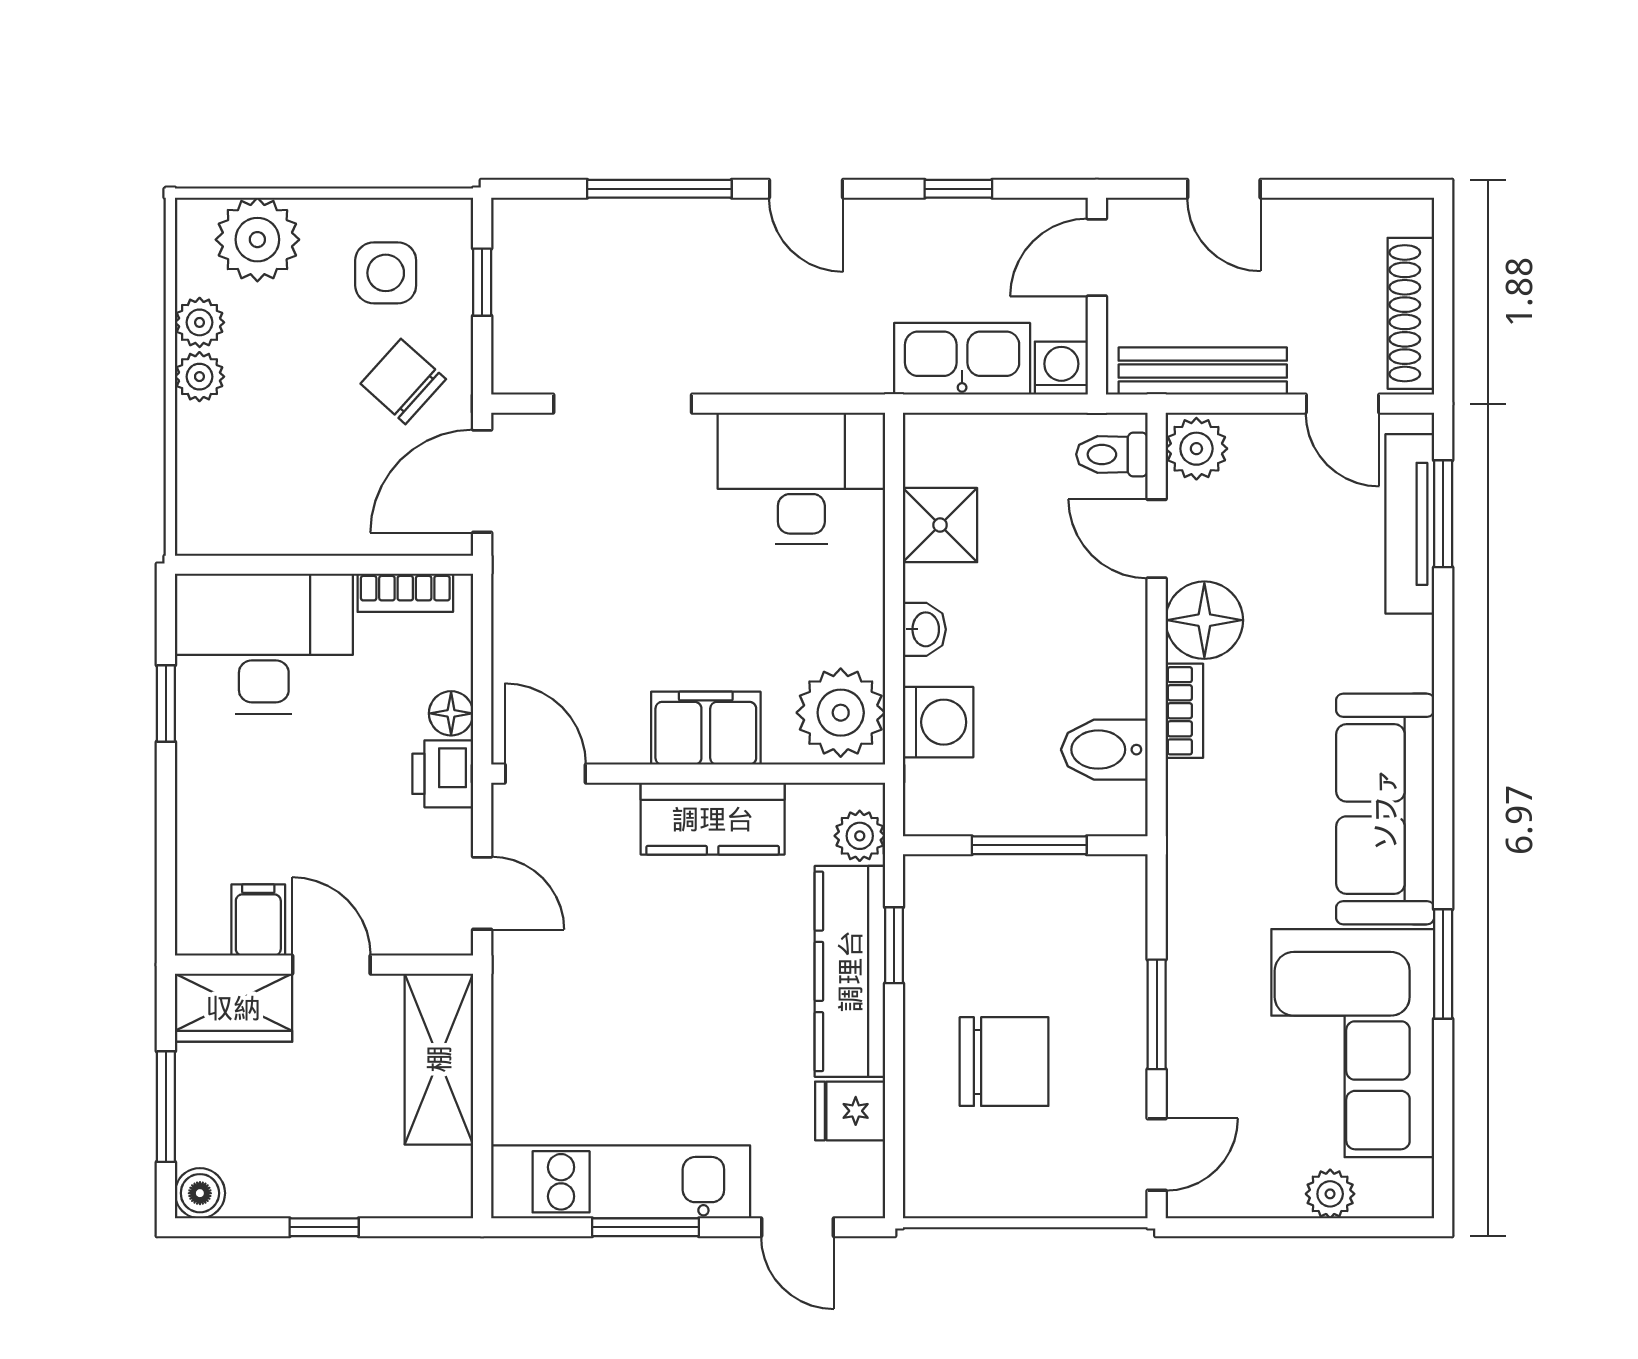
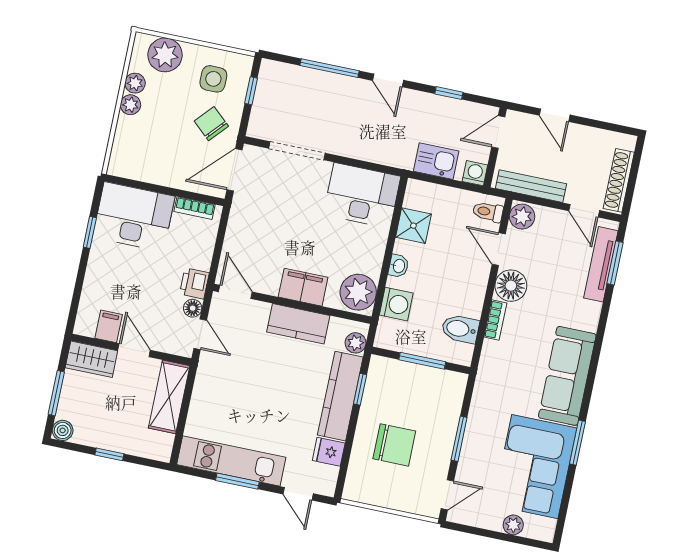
kitchen sink: (962, 359) -> (436, 161), width x0.73
floor lamp: (451, 713) -> (193, 308), moved

